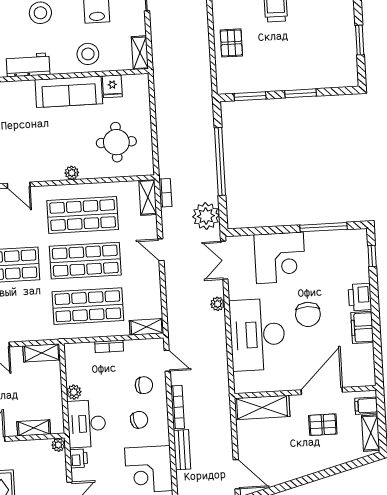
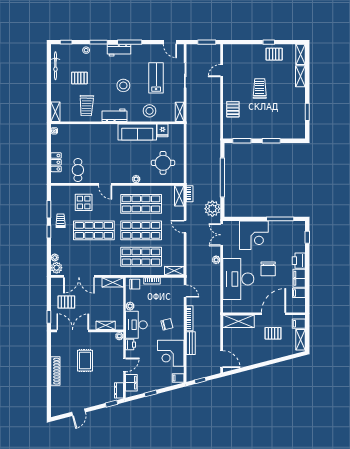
filing cabinet: (363, 353) -> (299, 293), added
chair: (144, 385) -> (135, 284), moved

